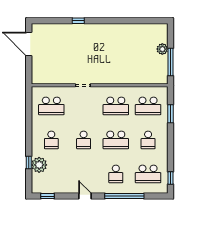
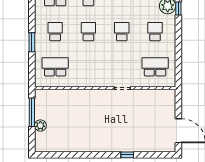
school desk: (116, 106) -> (88, 67), removed
window: (171, 114) -> (32, 42), moved
school desk: (116, 140) -> (88, 32), width x0.54

